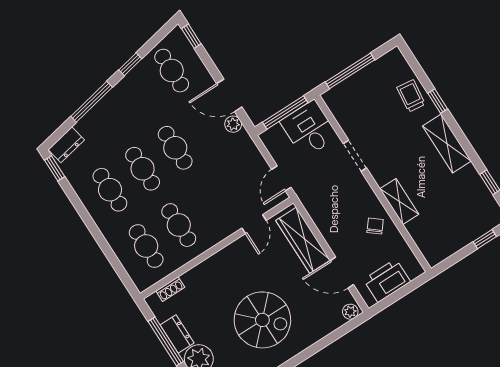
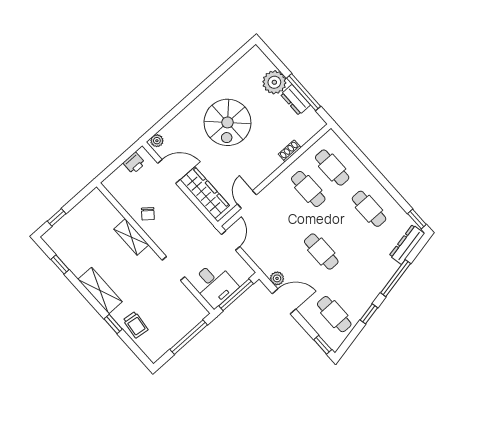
dresser: (66, 145) -> (407, 245), width x1.44
cafe table: (143, 169) -> (345, 230), removed
printer: (387, 281) -> (134, 163), width x0.53, depth x0.68
shoe rack: (170, 289) -> (290, 151), moved
spiral stairs: (262, 320) -> (228, 122), turned -90

